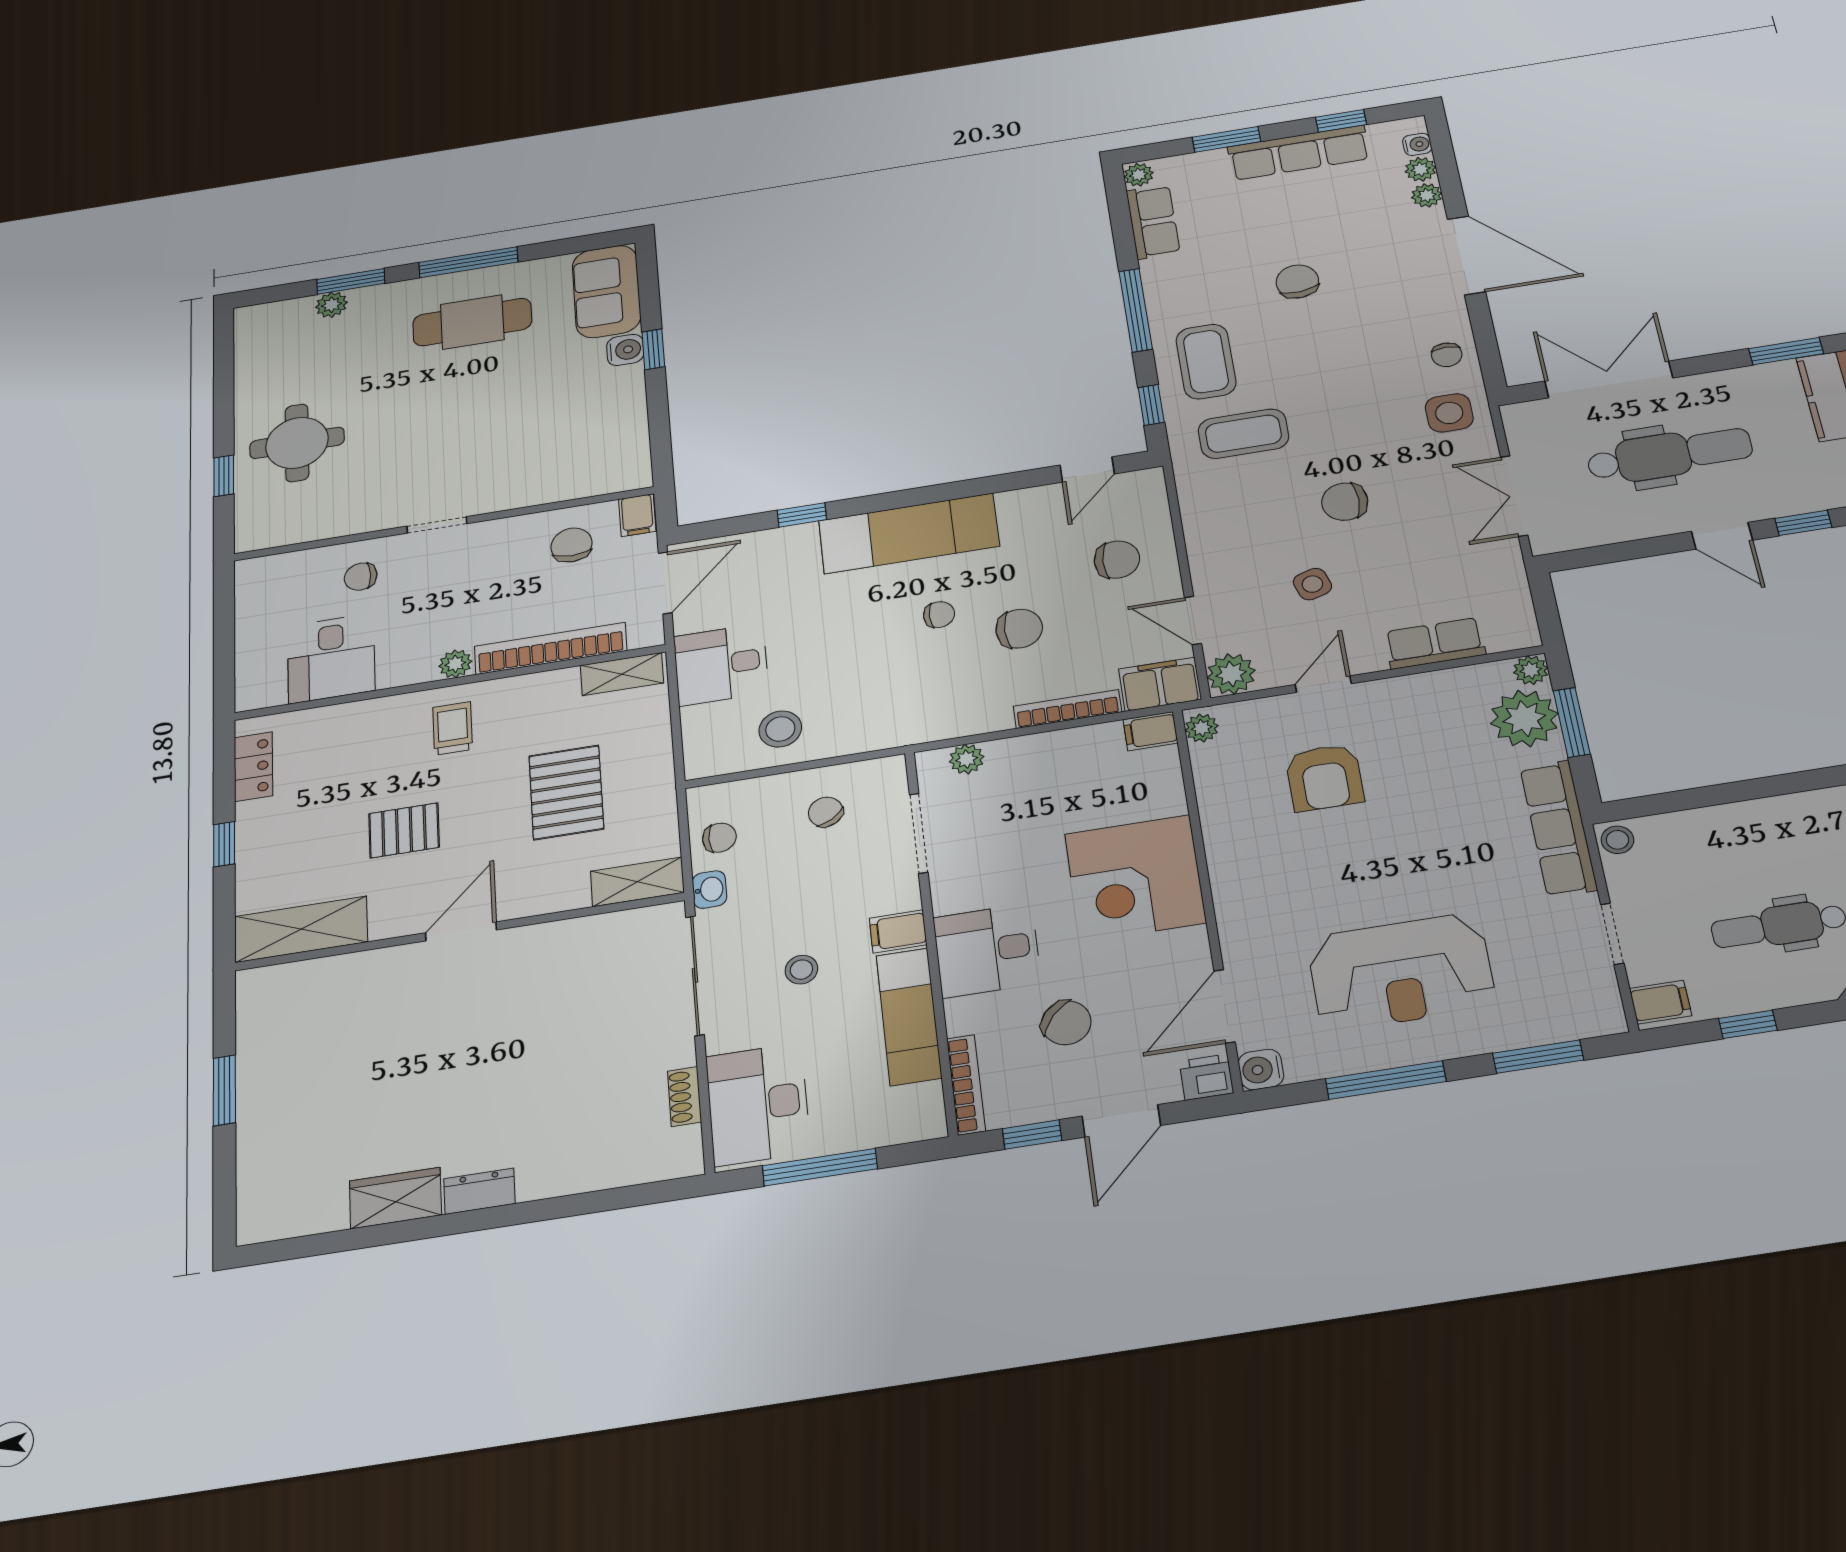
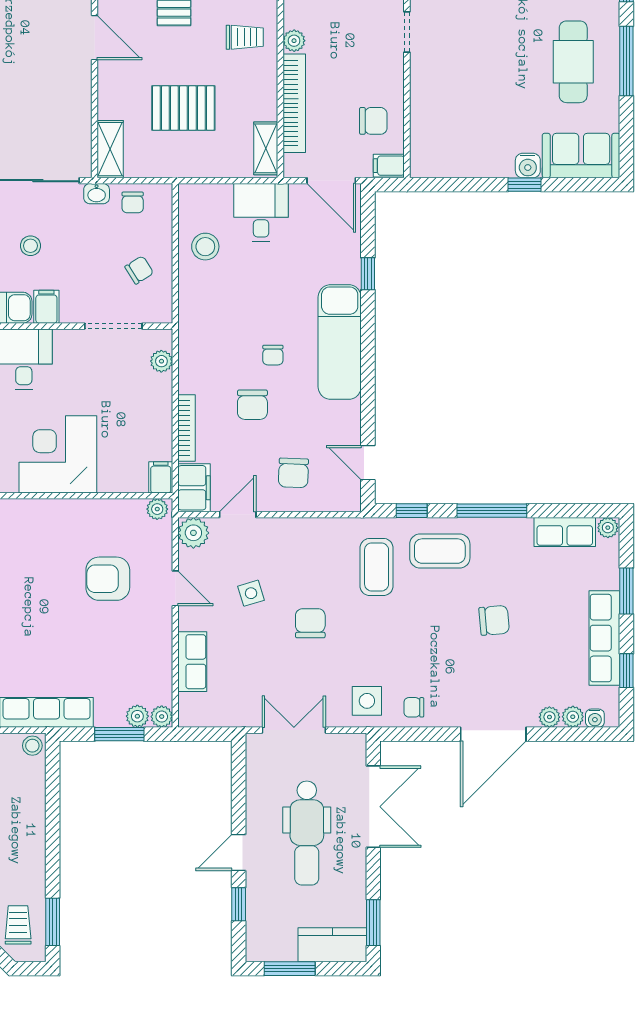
plant: (1524, 718) -> (137, 716), width x0.53, depth x0.53

